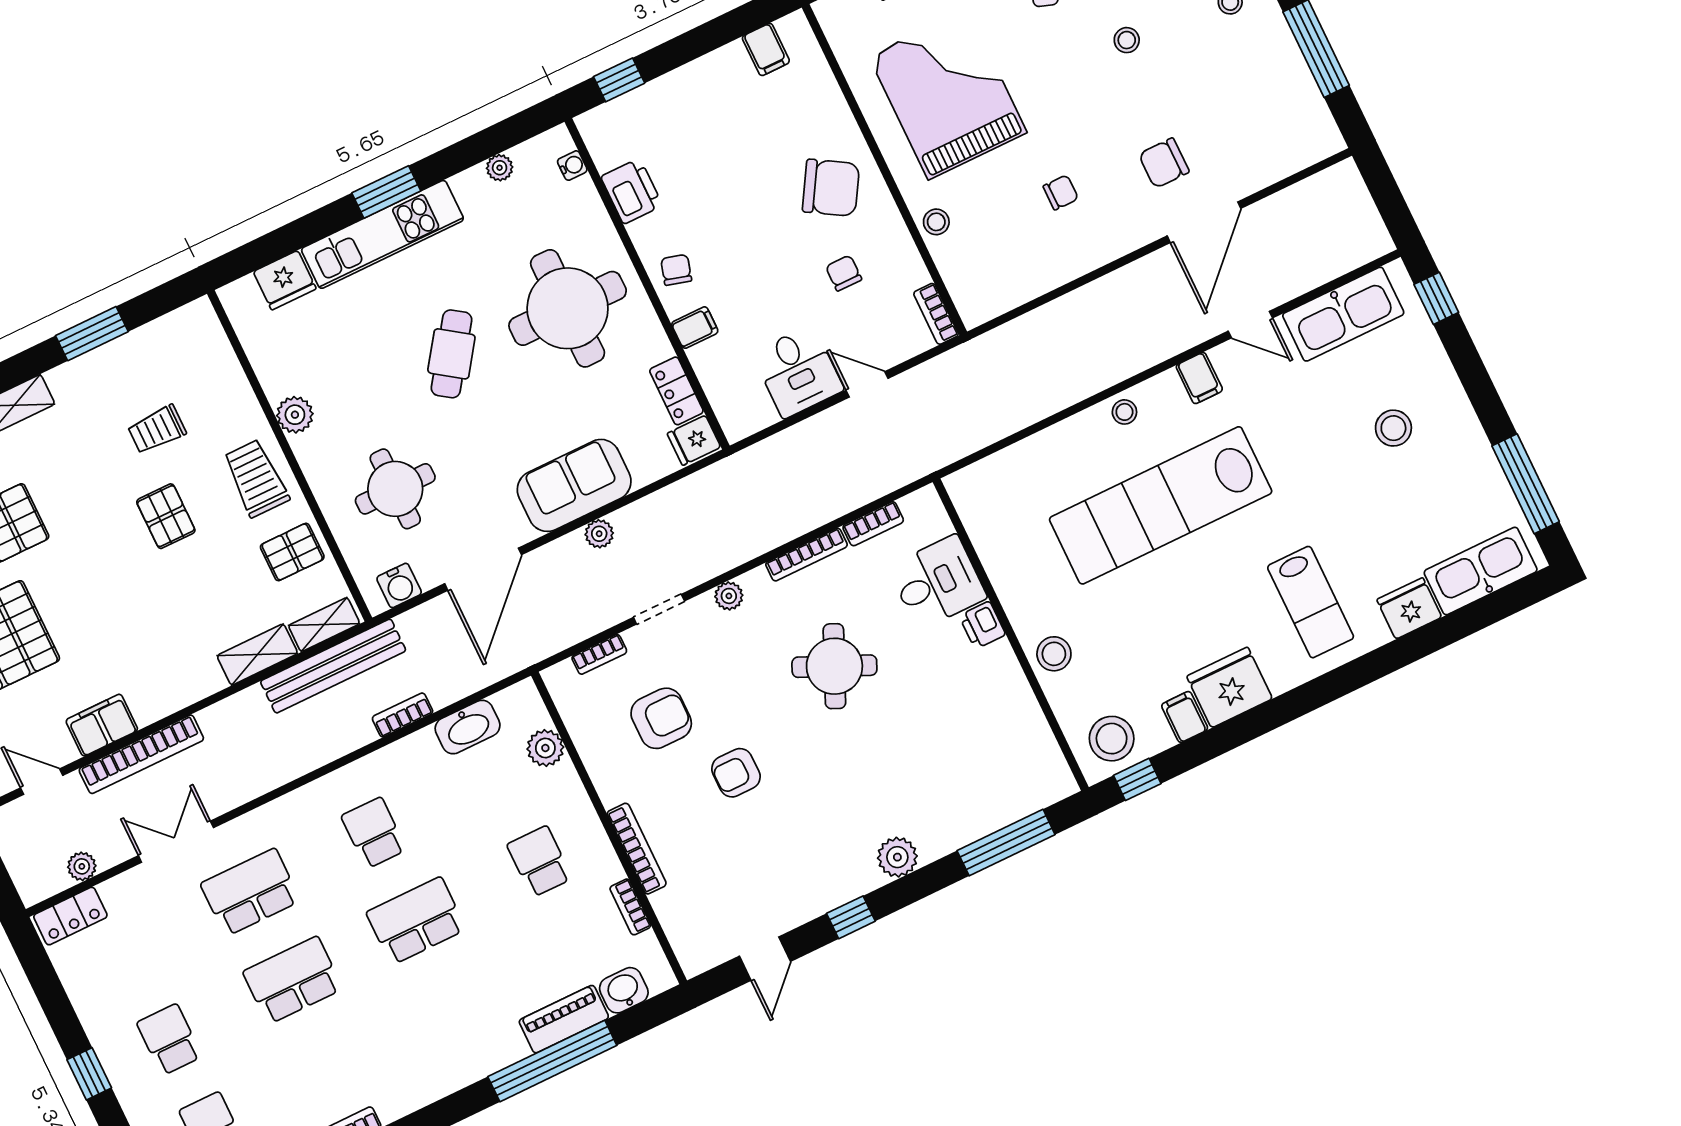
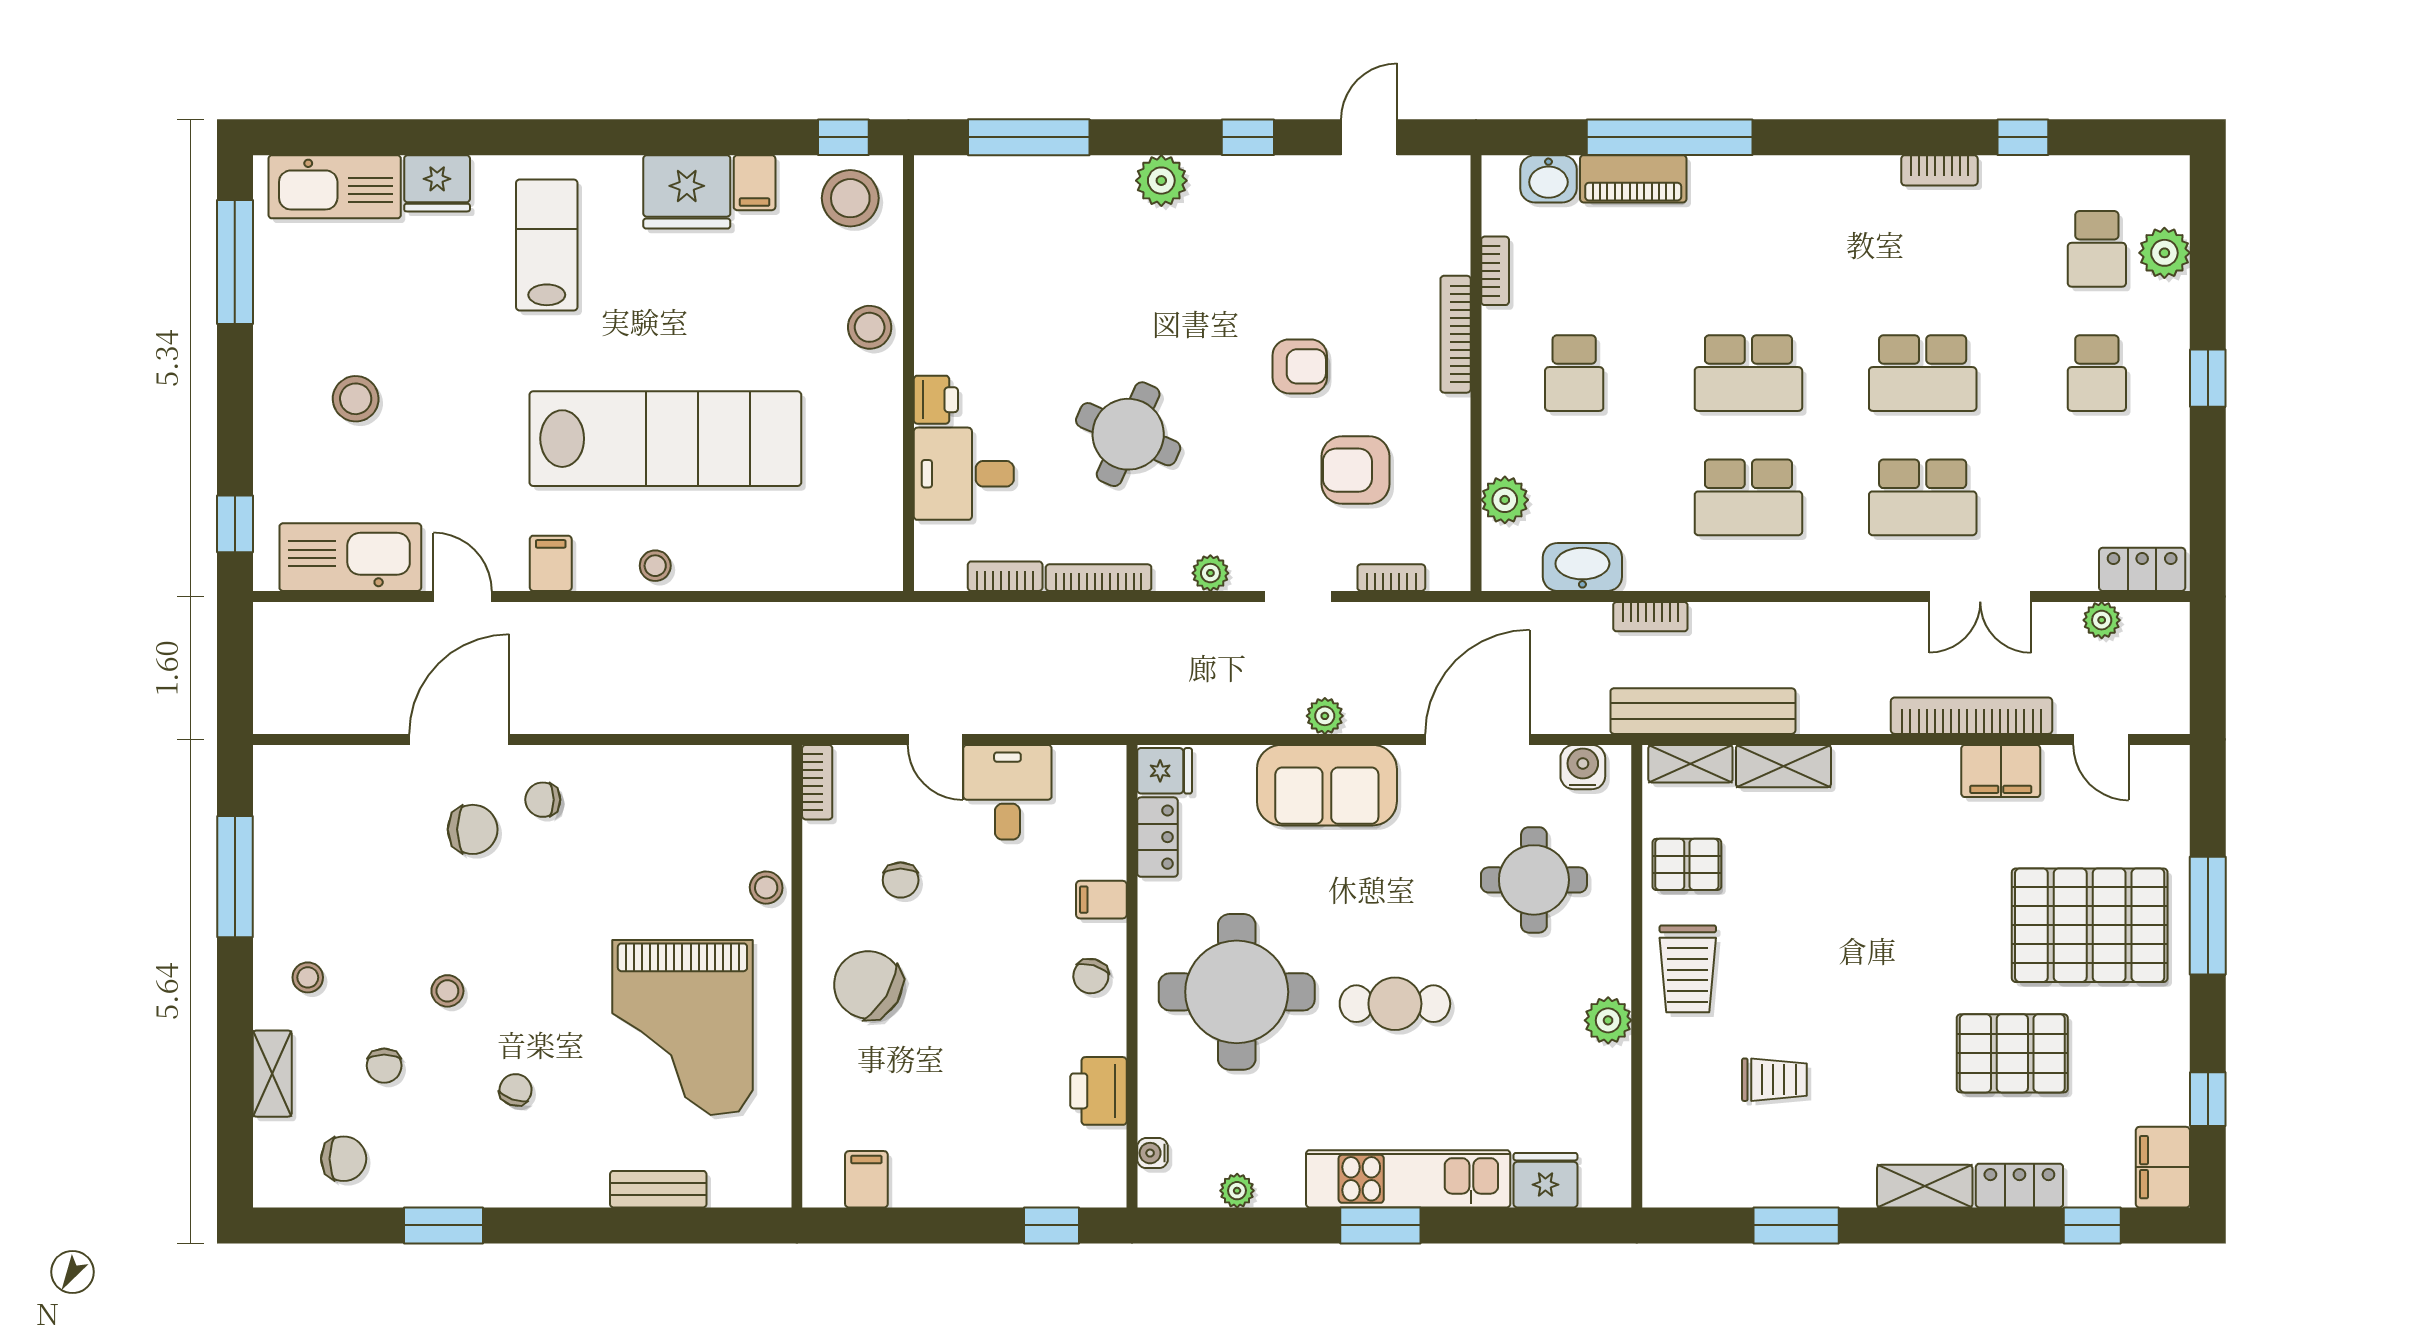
chair: (1061, 192) -> (543, 800), moved
cafe table: (451, 354) -> (1395, 1004), turned 55
pallet: (166, 516) -> (1812, 975), removed
school desk: (374, 833) -> (1748, 497), width x1.85

